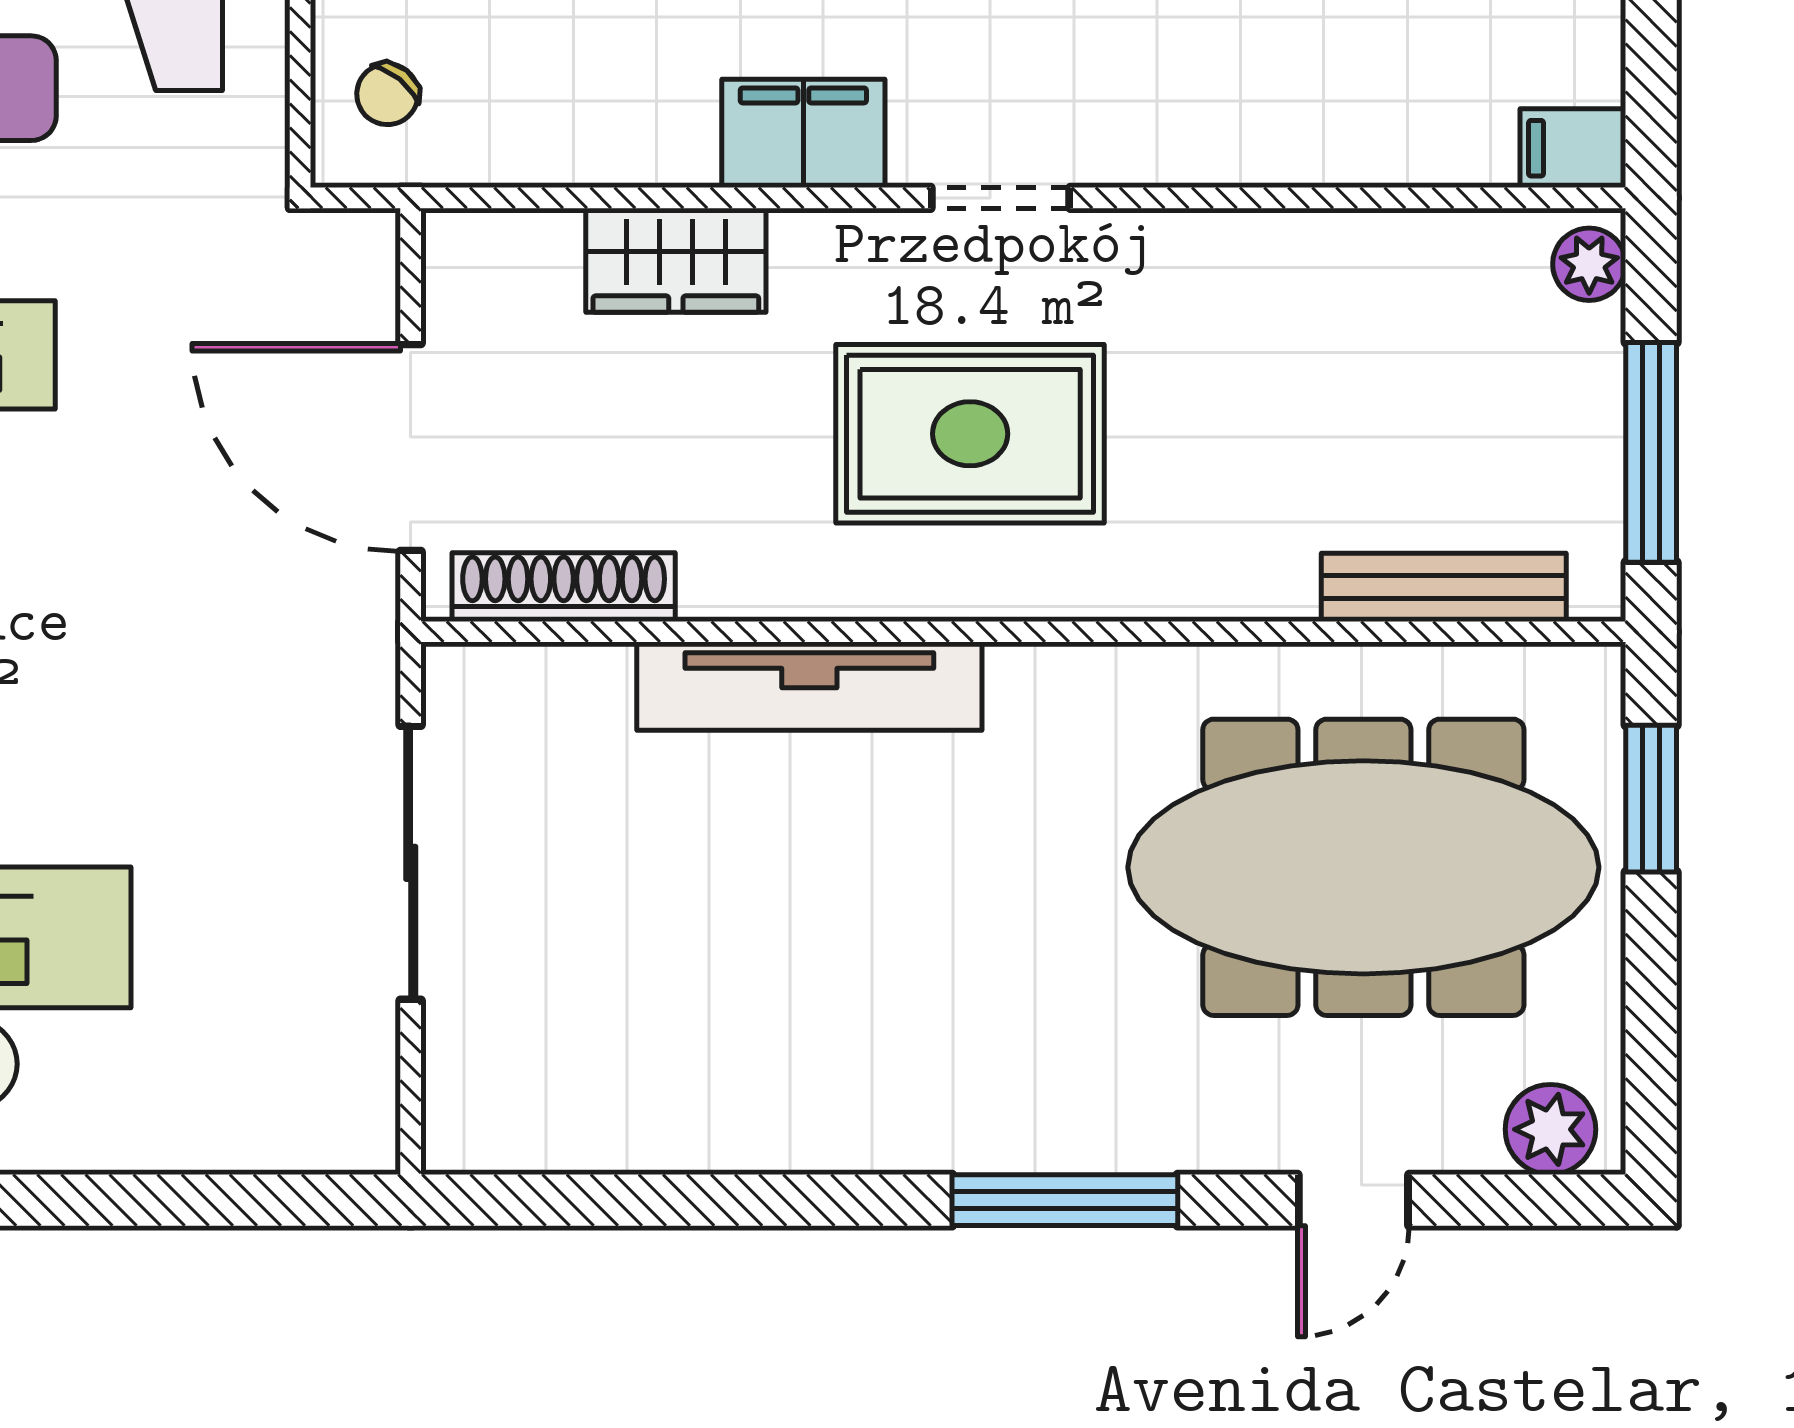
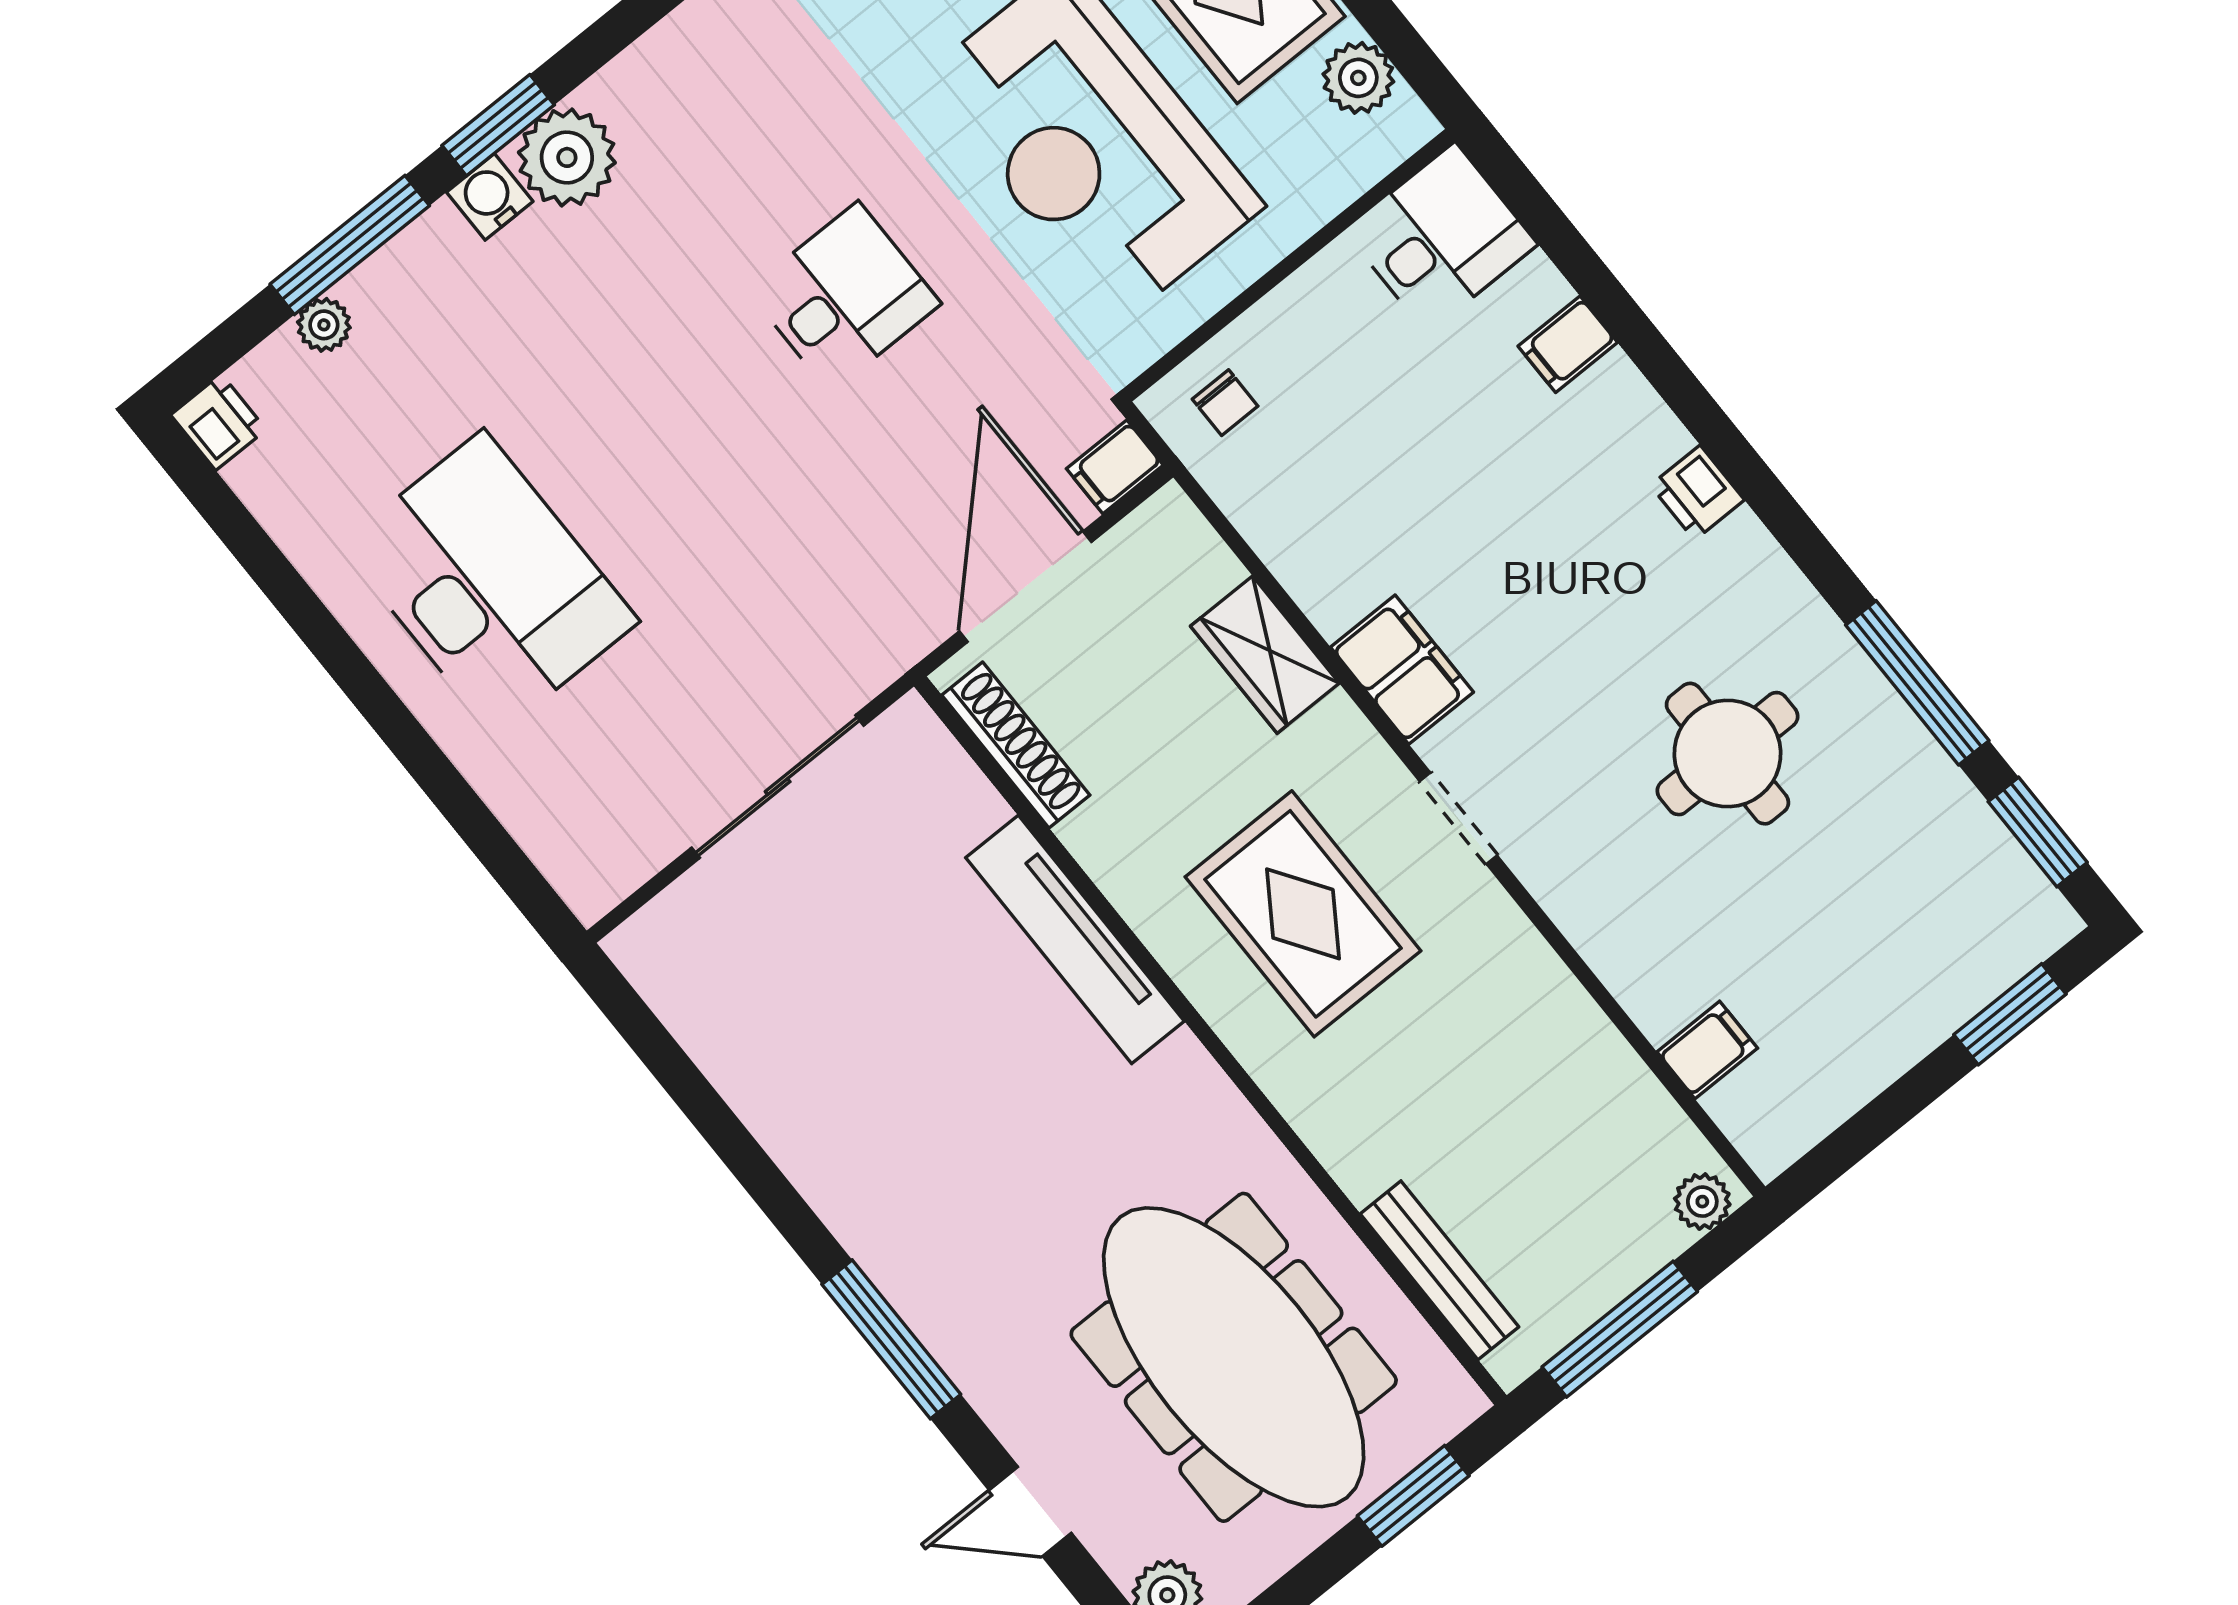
chair: (387, 94) -> (1225, 403), turned -129
filing cabinet: (1573, 148) -> (1707, 1050), moved, turned 90
filing cabinet: (362, 259) -> (1115, 467), added

